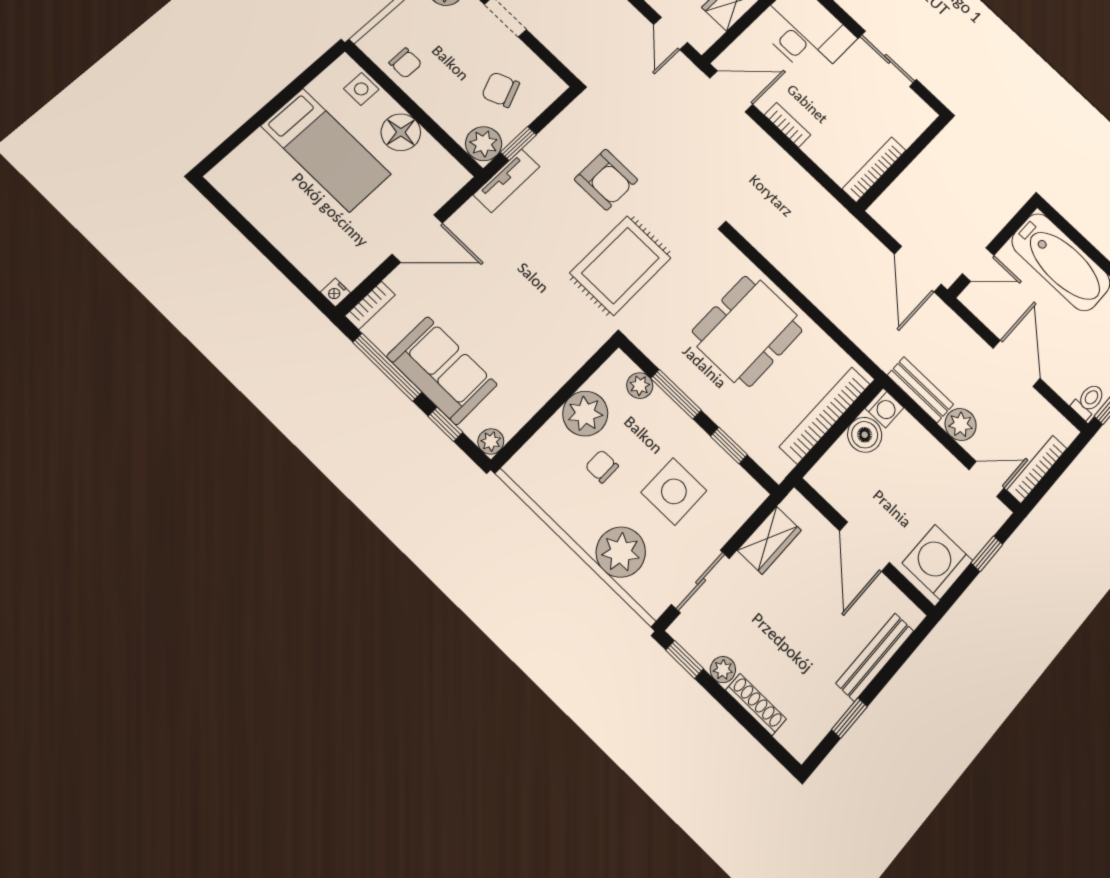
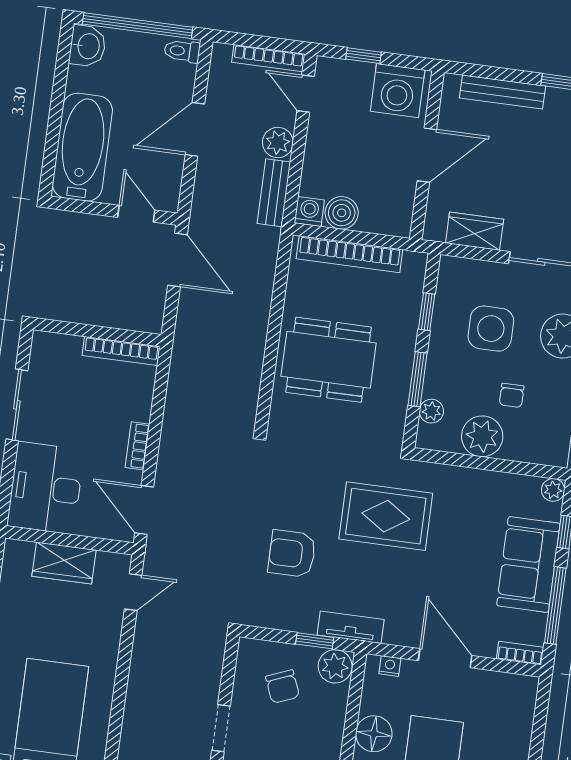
armchair: (606, 180) -> (292, 554), turned -90
rug: (620, 265) -> (386, 516), moved
door: (918, 269) -> (177, 260), hinge flipped
nightstand: (335, 292) -> (390, 666), moved, turned -90

